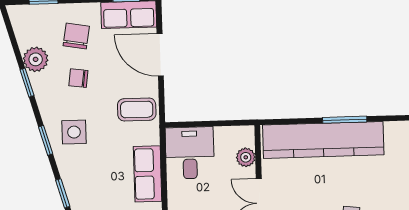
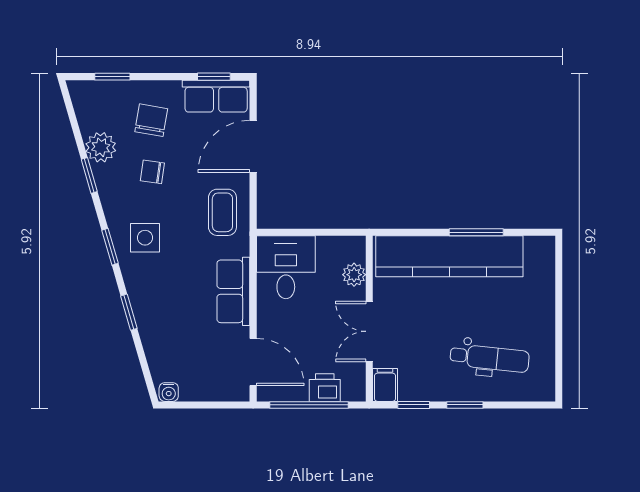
door: (160, 55) -> (253, 146), hinge flipped
coffee table: (137, 109) -> (222, 212), turned 90

